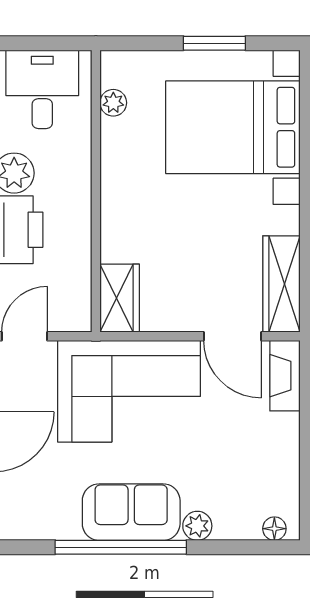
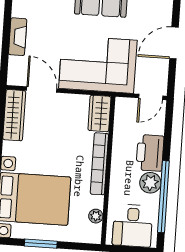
bookcase: (113, 202) -> (99, 164), added
fireplace: (285, 376) -> (18, 37), moved

